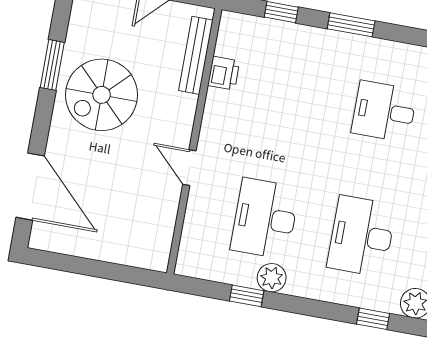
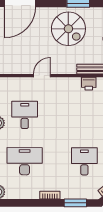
spiral stairs: (102, 95) -> (68, 29), turned 180
desk: (265, 219) -> (25, 115), width x0.73

